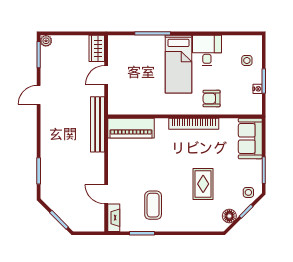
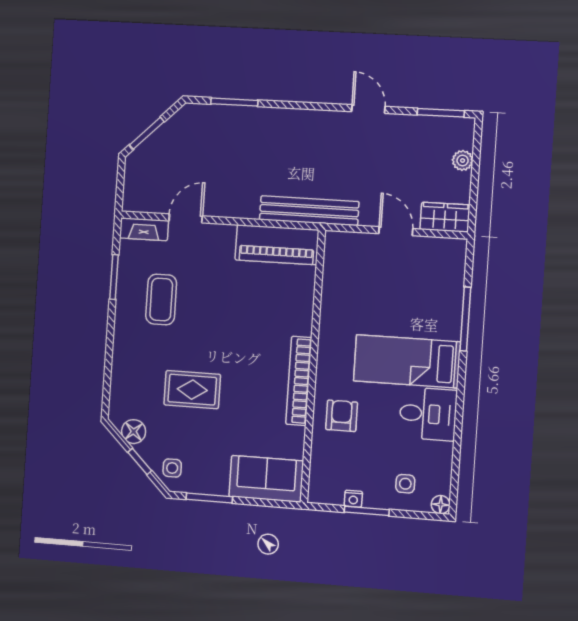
floor lamp: (257, 40) -> (441, 505), added
plant: (46, 41) -> (463, 160), moved
piano: (131, 128) -> (277, 245), moved, turned -90
coffee table: (153, 205) -> (161, 299), turned 90

